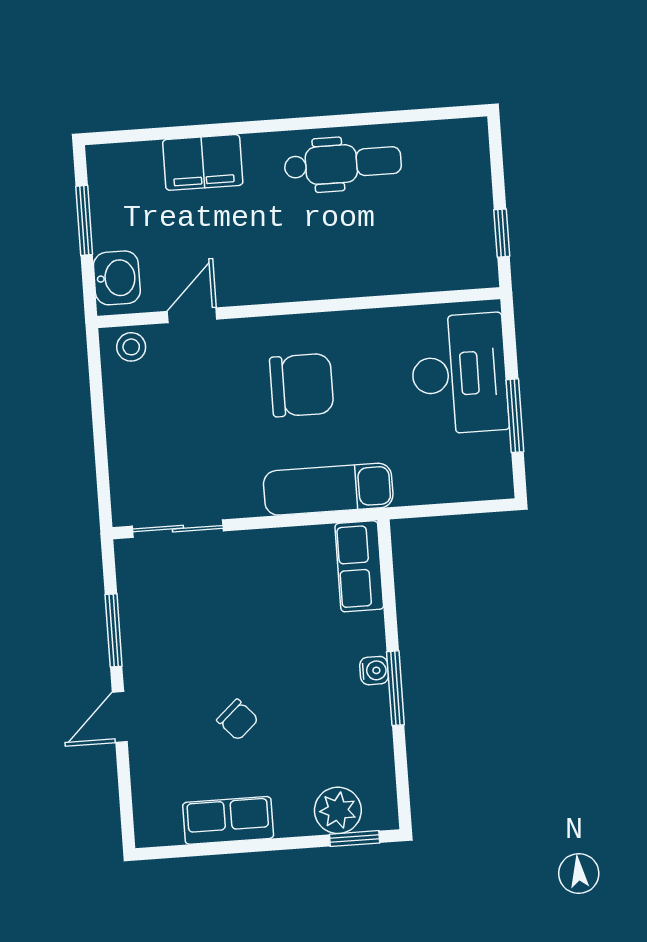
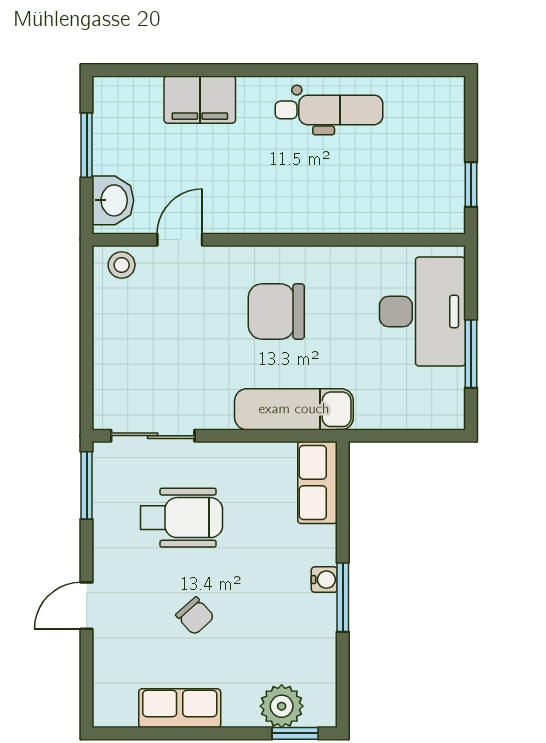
chair: (302, 385) -> (276, 311), turned 180
wheelchair: (215, 615) -> (181, 518), added
window: (114, 630) -> (87, 485), moved

